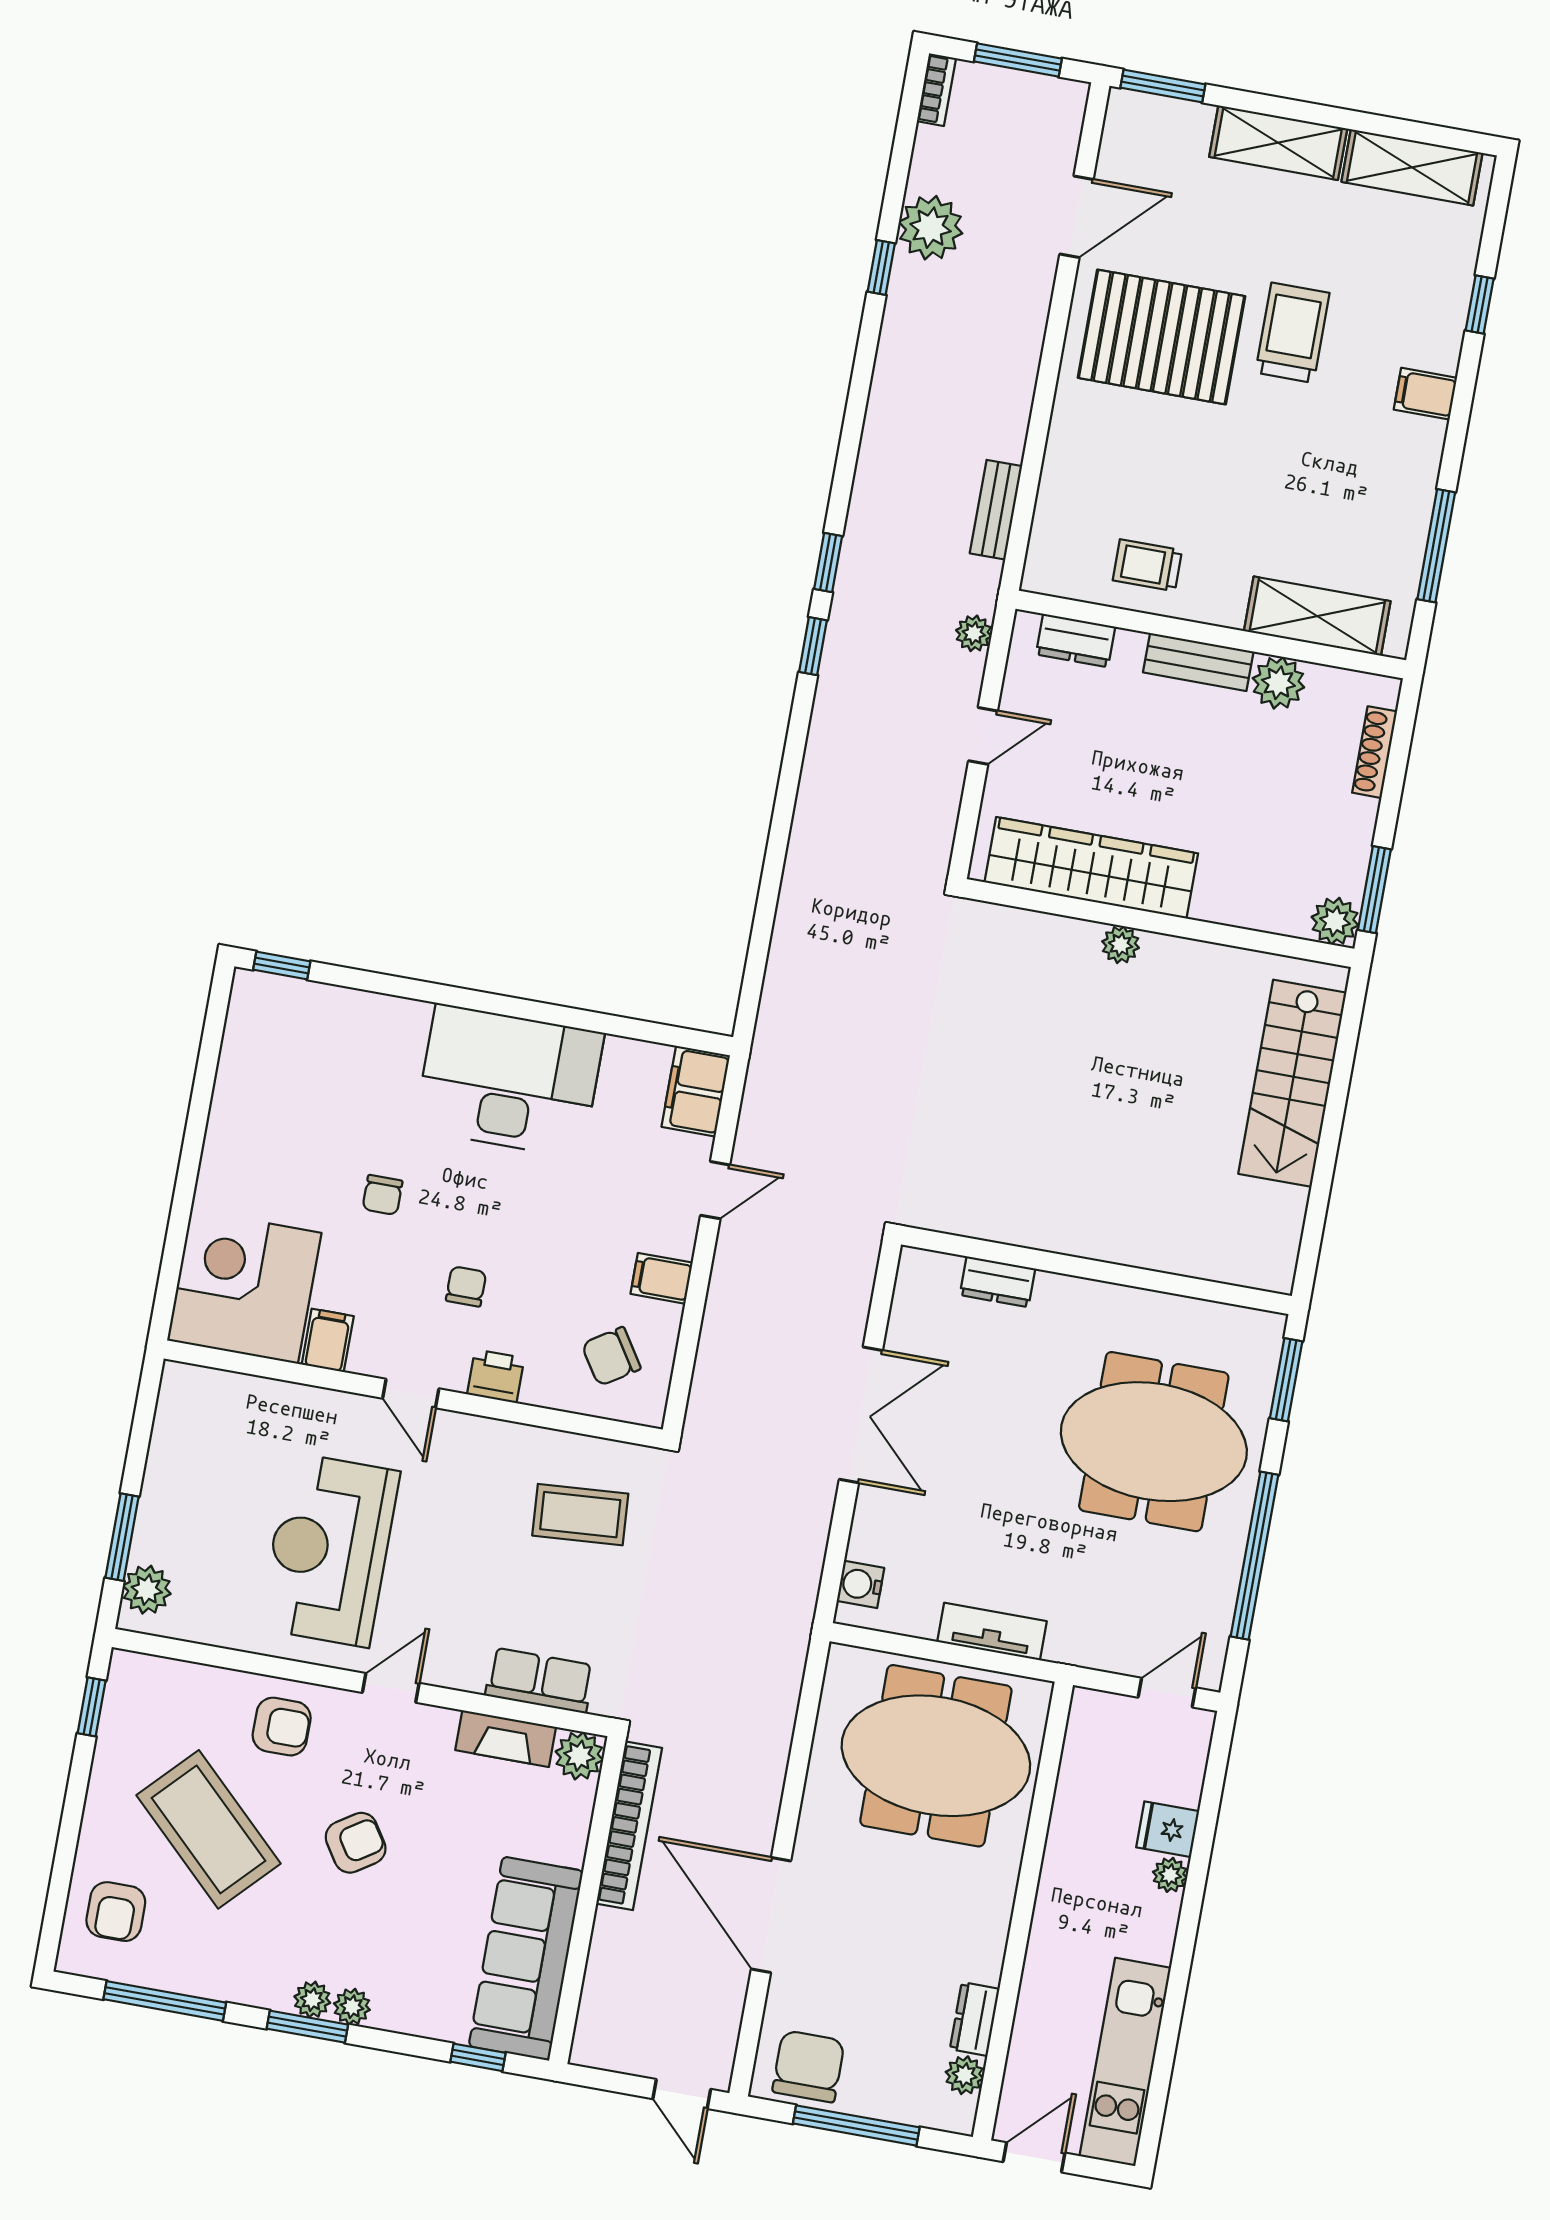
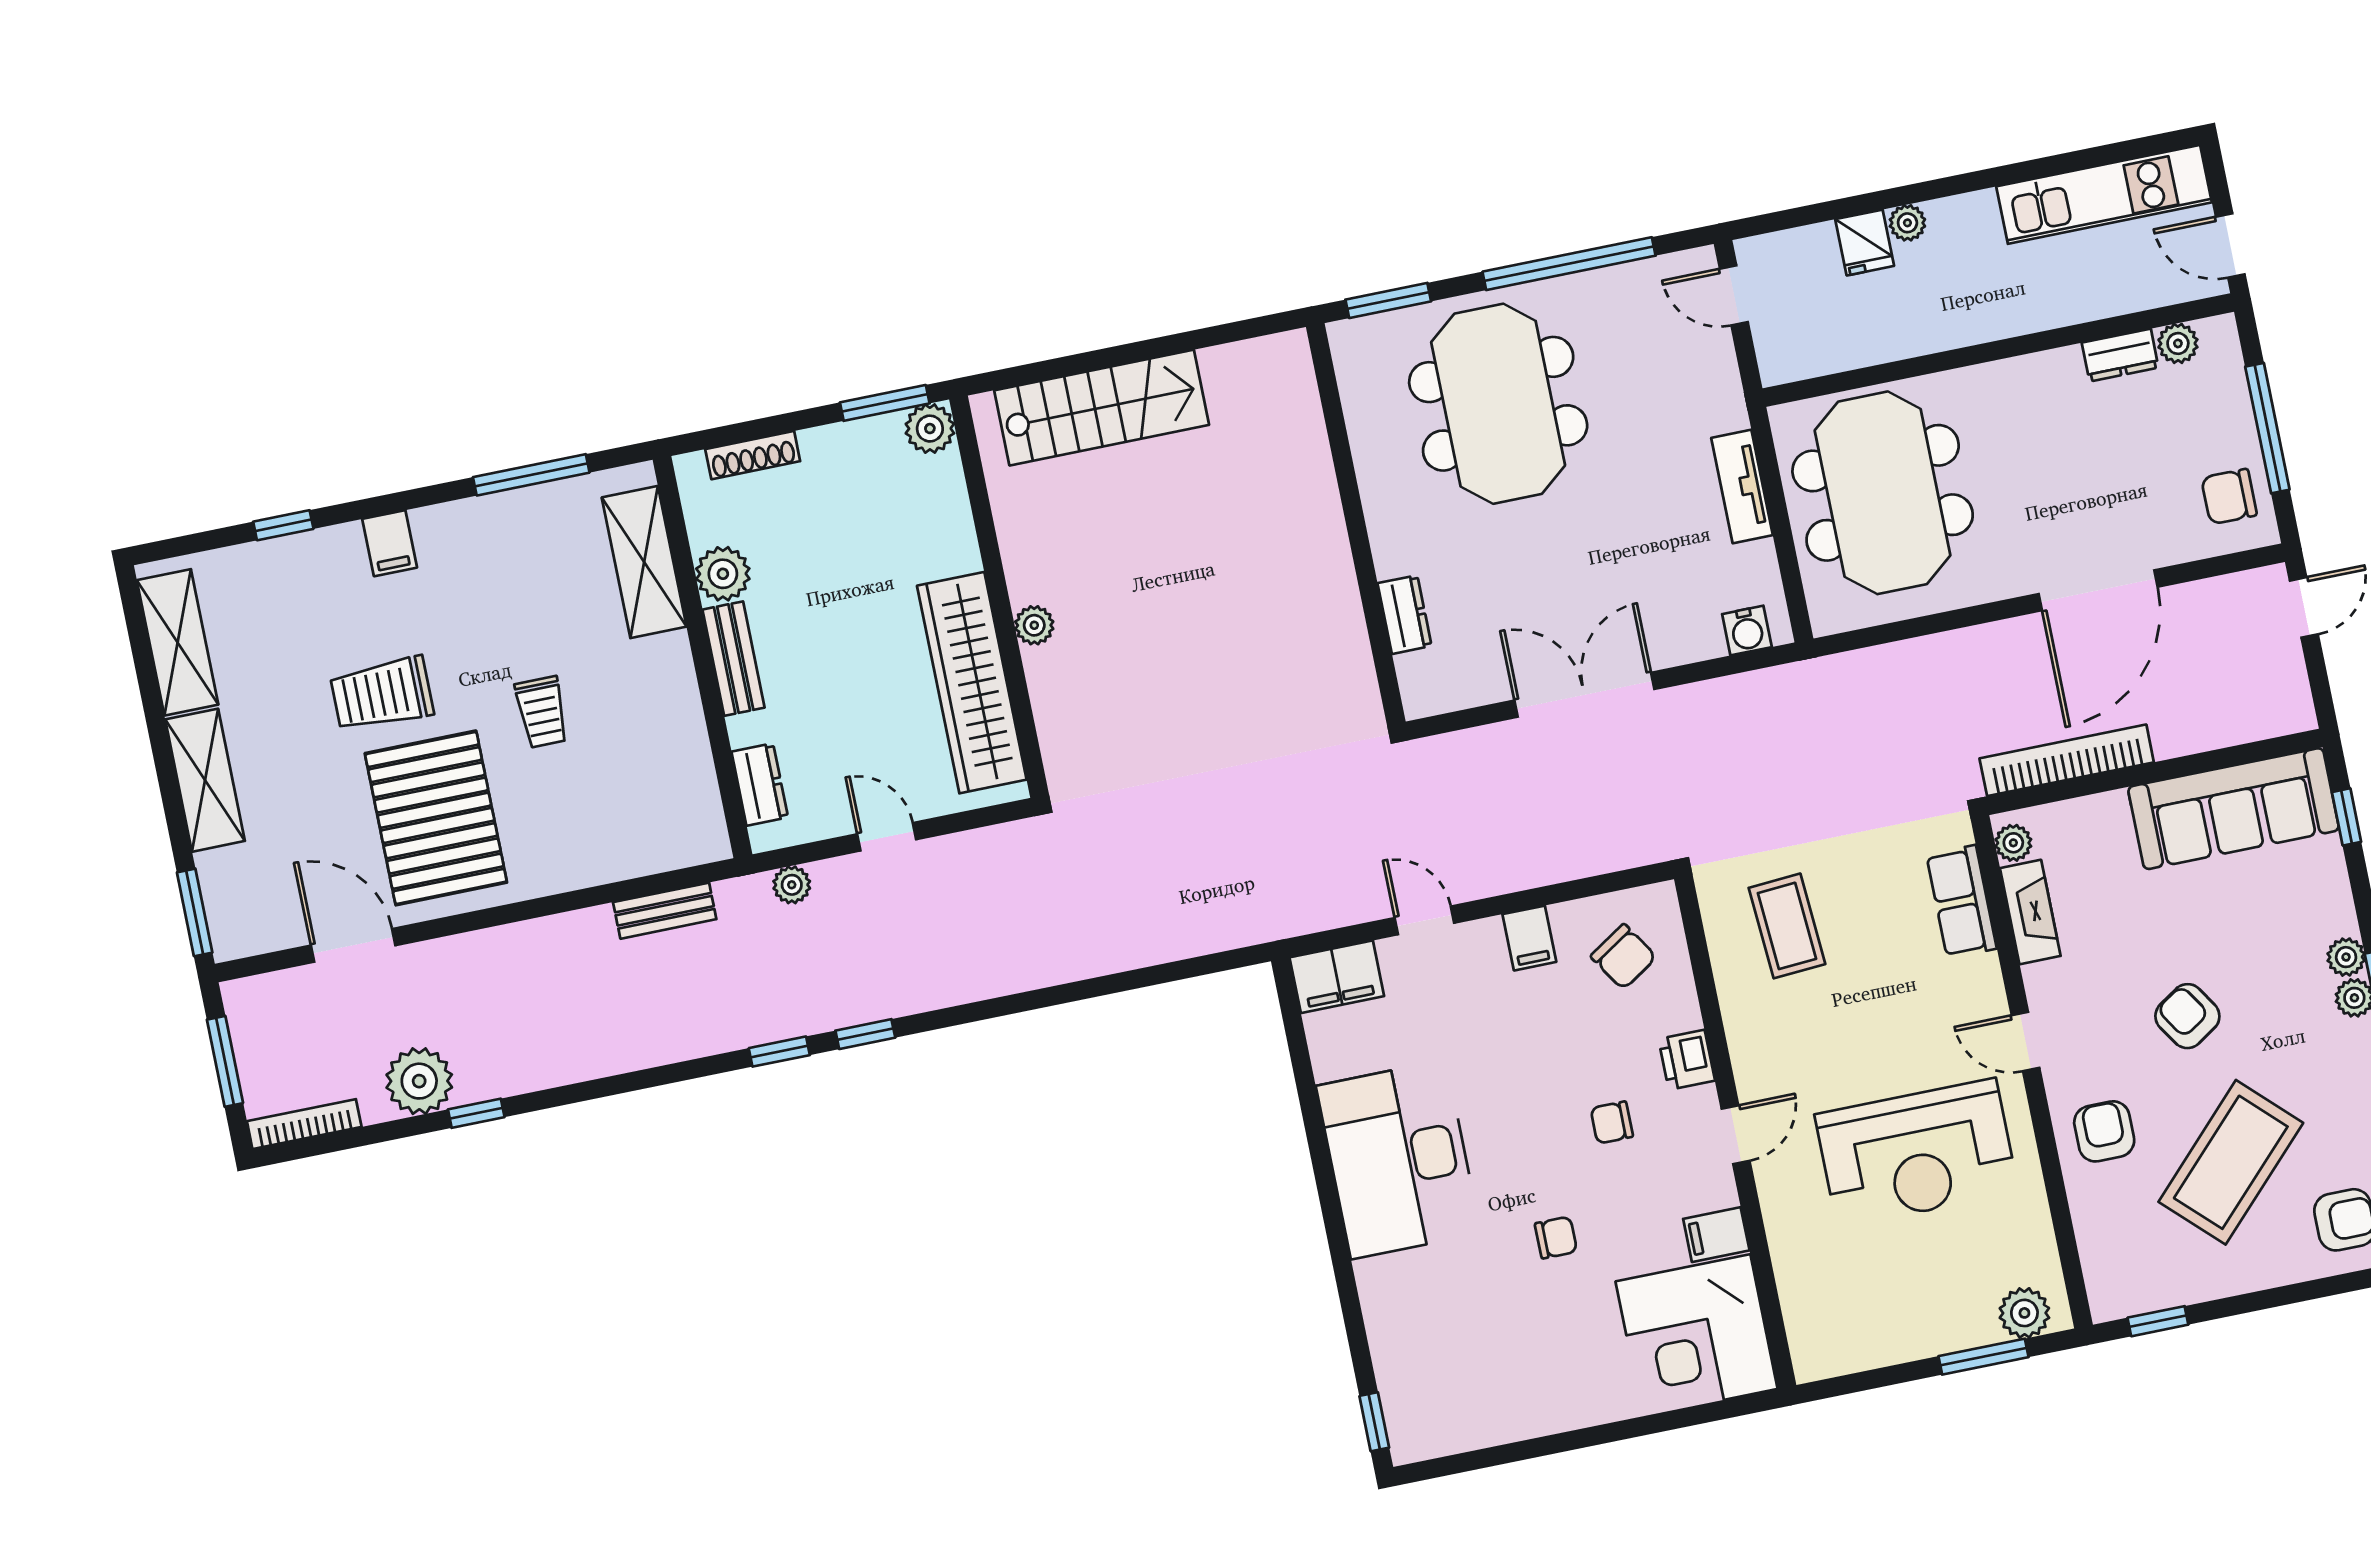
bookcase: (936, 90) -> (304, 1124), width x1.56
trolley: (1147, 565) -> (542, 712), moved
plant: (579, 1756) -> (2013, 843), width x0.73, depth x0.73
chair: (808, 2066) -> (2229, 497), width x0.73, depth x0.73

